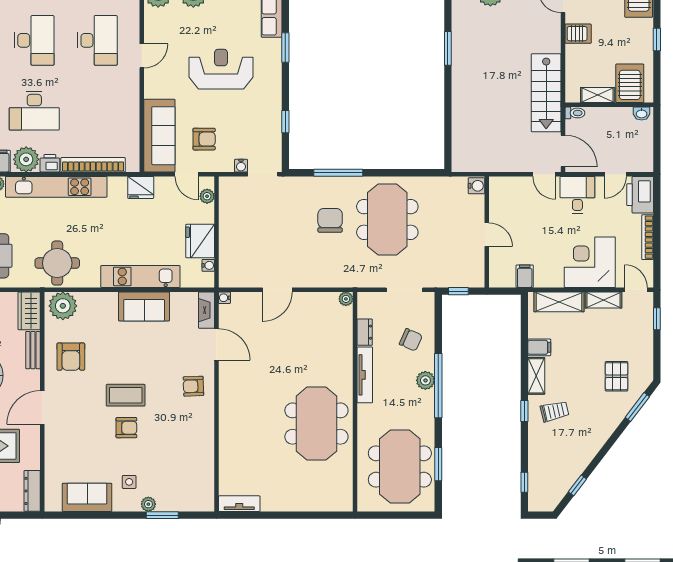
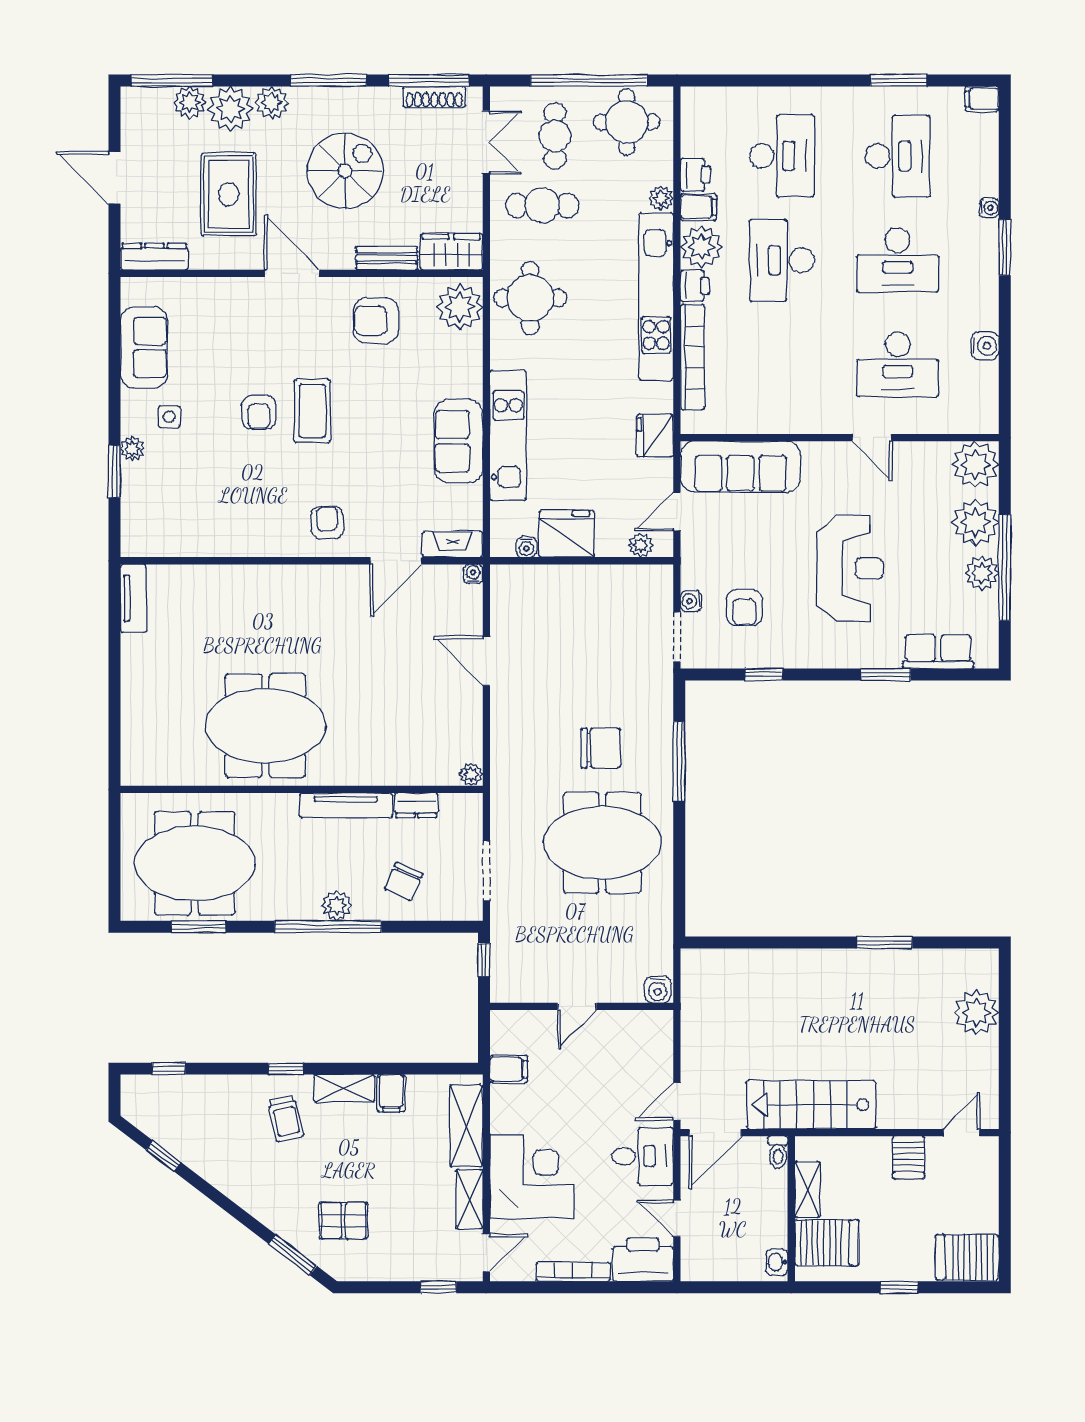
armchair: (204, 139) -> (744, 608), moved

